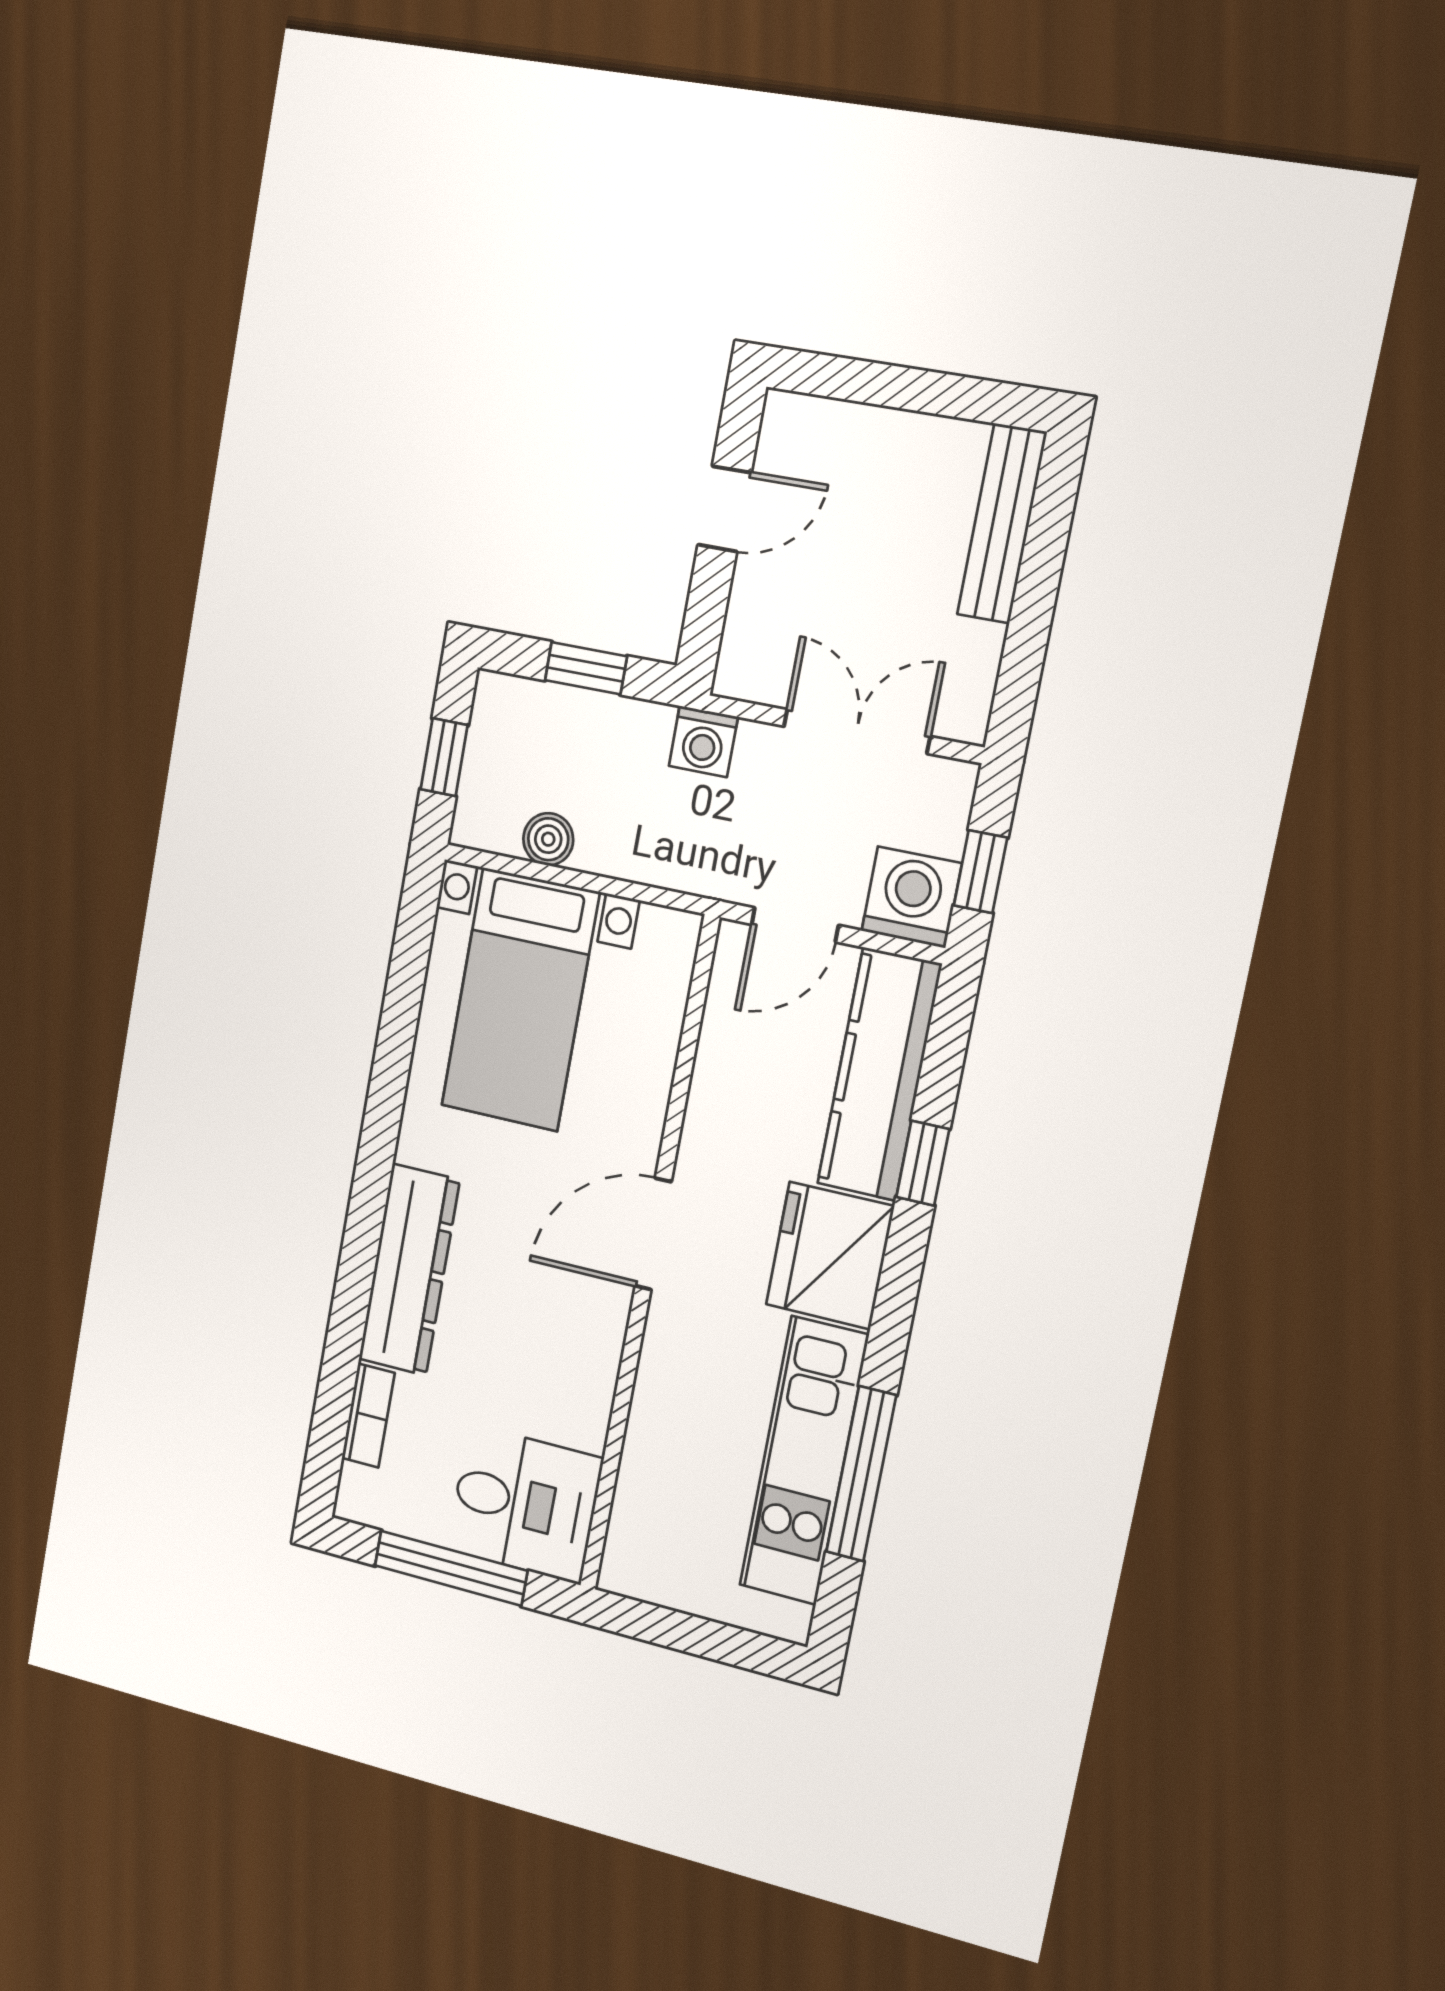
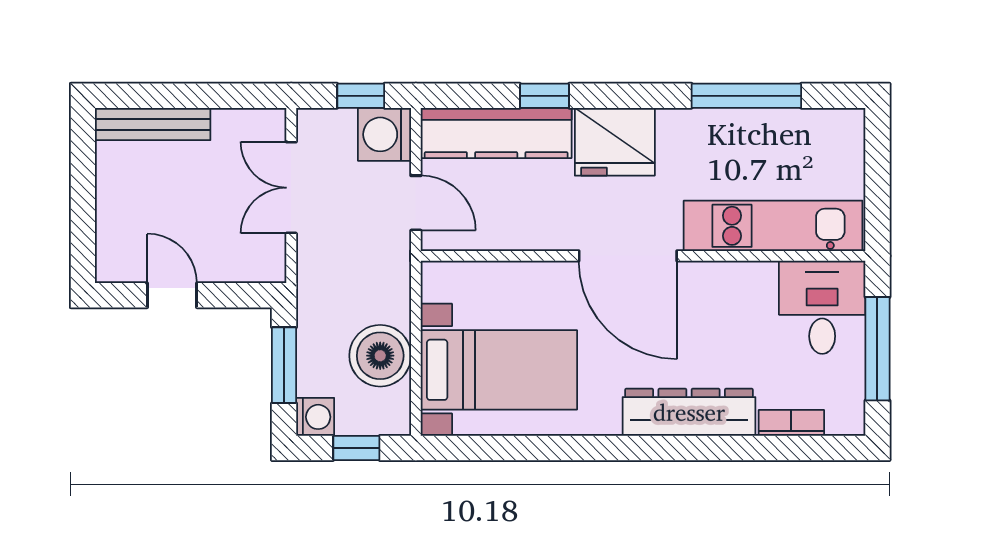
window: (586, 668) -> (284, 365), width x1.50
washing machine: (703, 741) -> (315, 417), moved
boiler: (548, 839) -> (380, 356), width x1.86, depth x1.86
door: (653, 1234) -> (628, 256), width x1.36
kitchen unit: (804, 1461) -> (773, 226), moved, turned 180

